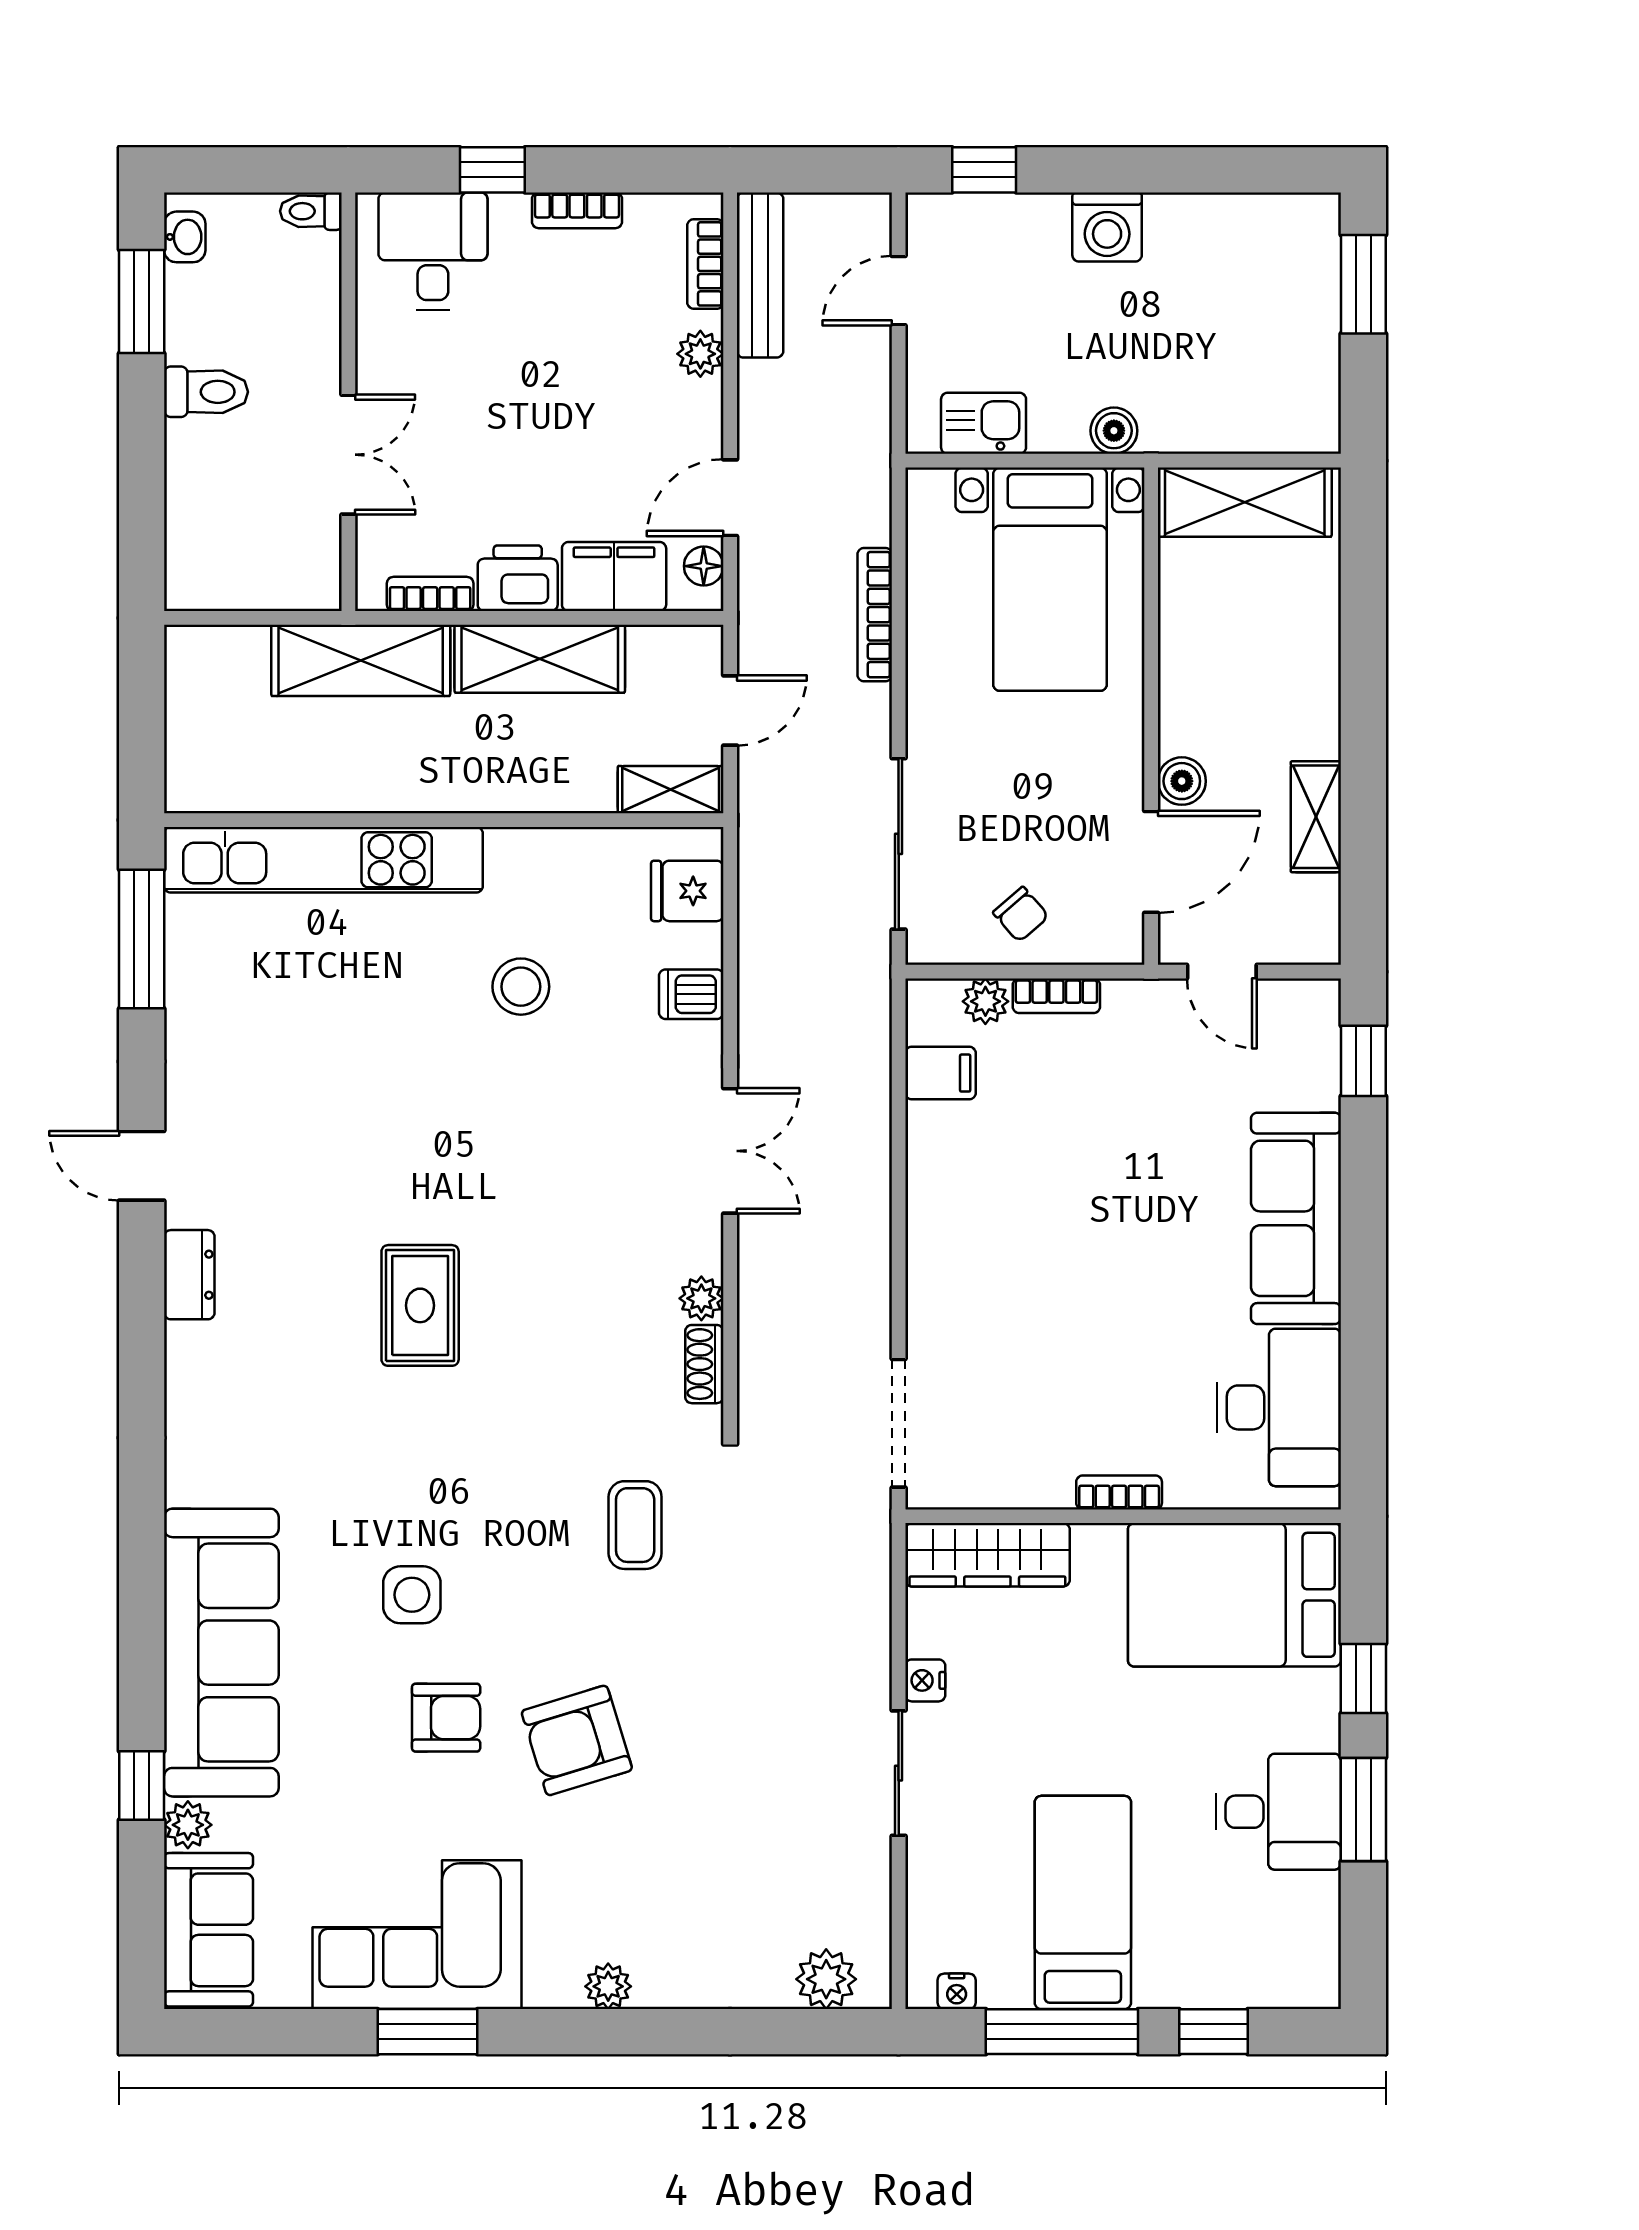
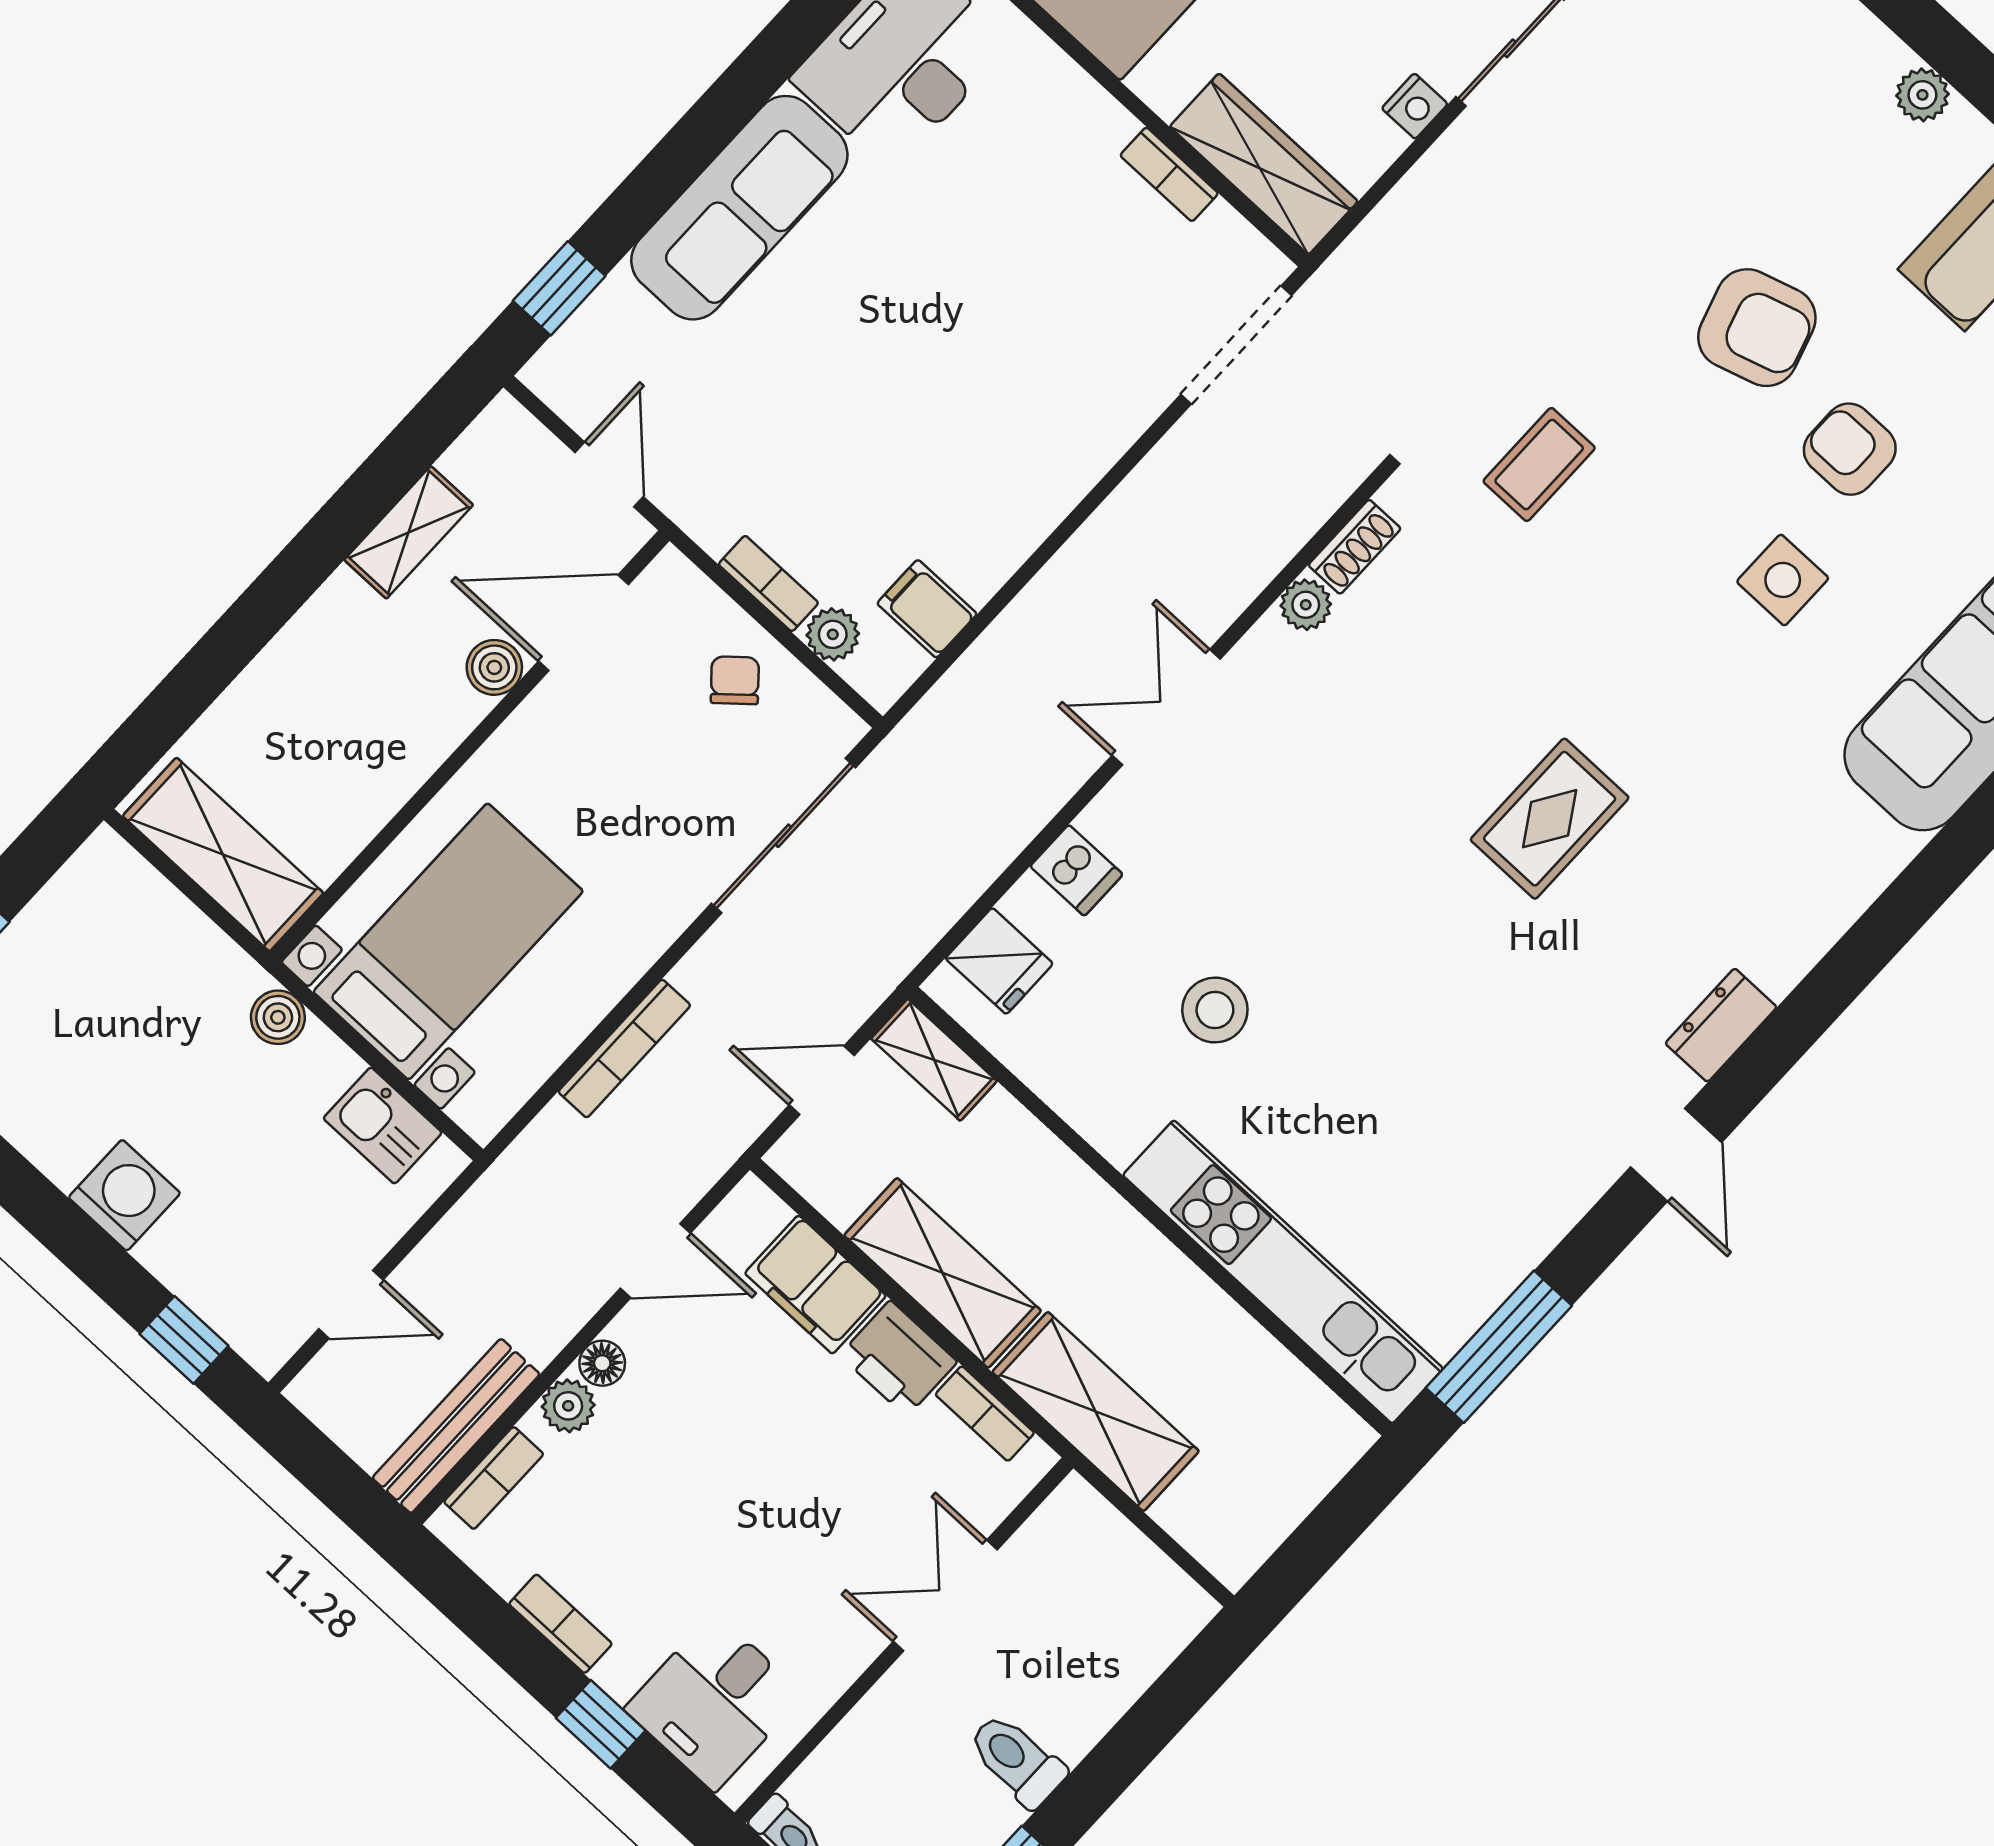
floor lamp: (704, 566) -> (602, 1363), moved
bookcase: (1119, 1492) -> (1169, 174), moved

